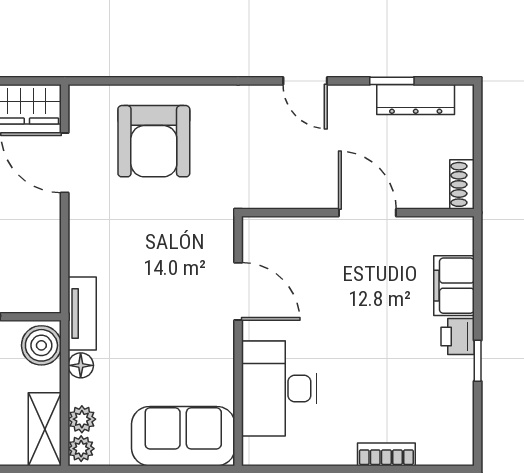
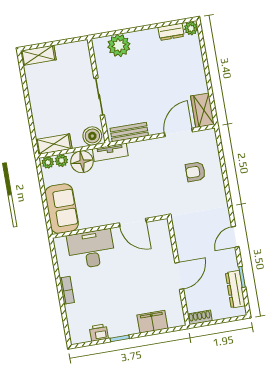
armchair: (154, 141) -> (195, 172), width x0.53, depth x0.53
bench: (46, 266) -> (129, 132), added
door: (238, 291) -> (133, 223), hinge flipped
printer: (458, 337) -> (99, 333), moved
floor lamp: (81, 365) -> (82, 162), width x1.89, depth x1.89
bookcase: (386, 454) -> (67, 290), moved

